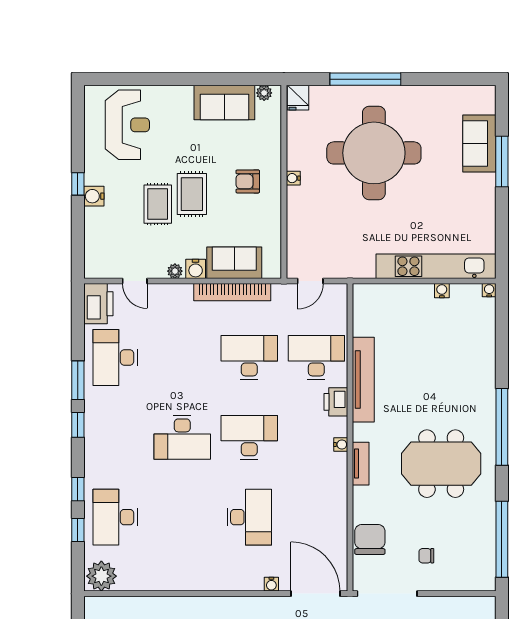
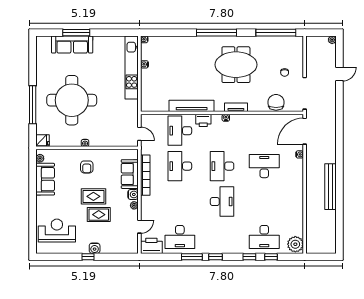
sofa: (479, 143) -> (72, 44), width x1.36
meeting table: (441, 464) -> (236, 65), turned 90
chair: (370, 539) -> (276, 102), turned 90

